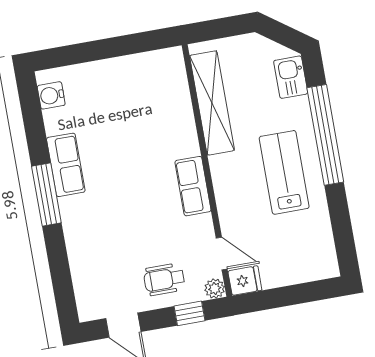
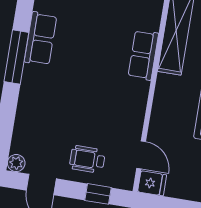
row of seats: (193, 186) -> (143, 55), moved
plant: (215, 289) -> (16, 163), moved

